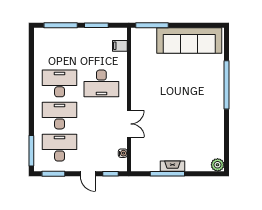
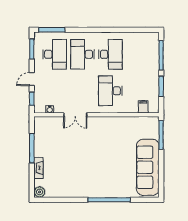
desk: (60, 116) -> (82, 54), turned 180
fireplace: (172, 166) -> (38, 168), moved

